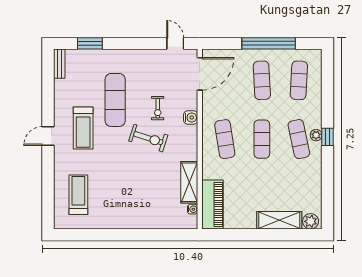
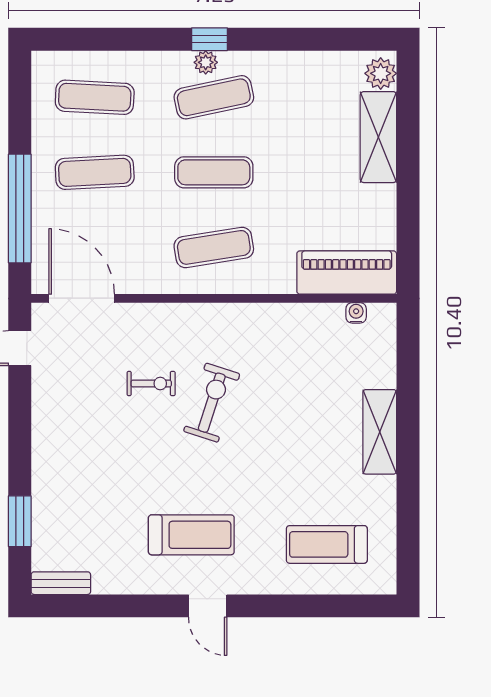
window: (269, 43) -> (20, 208), moved
exercise mat: (115, 100) -> (135, 470), removed
water cooler: (191, 118) -> (170, 317), removed
shelving: (189, 182) -> (380, 432), moved, turned 90

